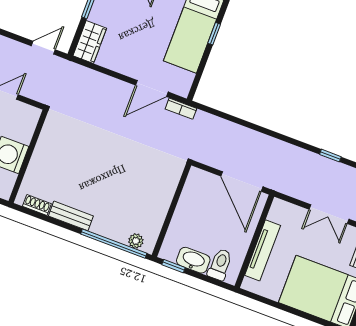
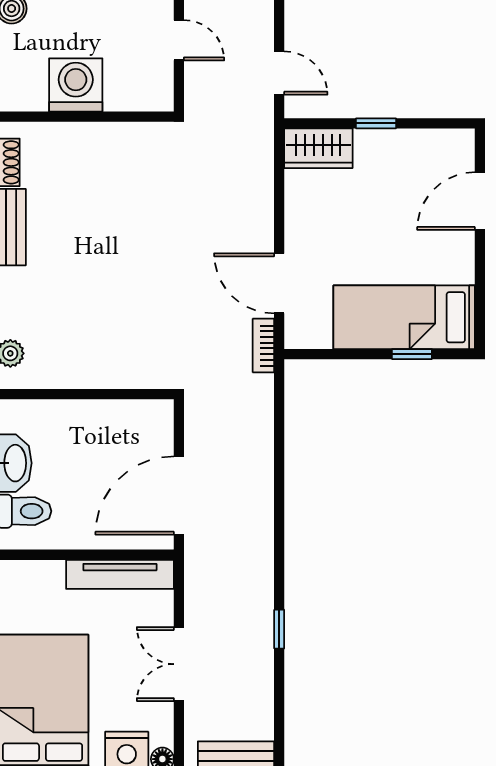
tv unit: (263, 250) -> (120, 574), moved

